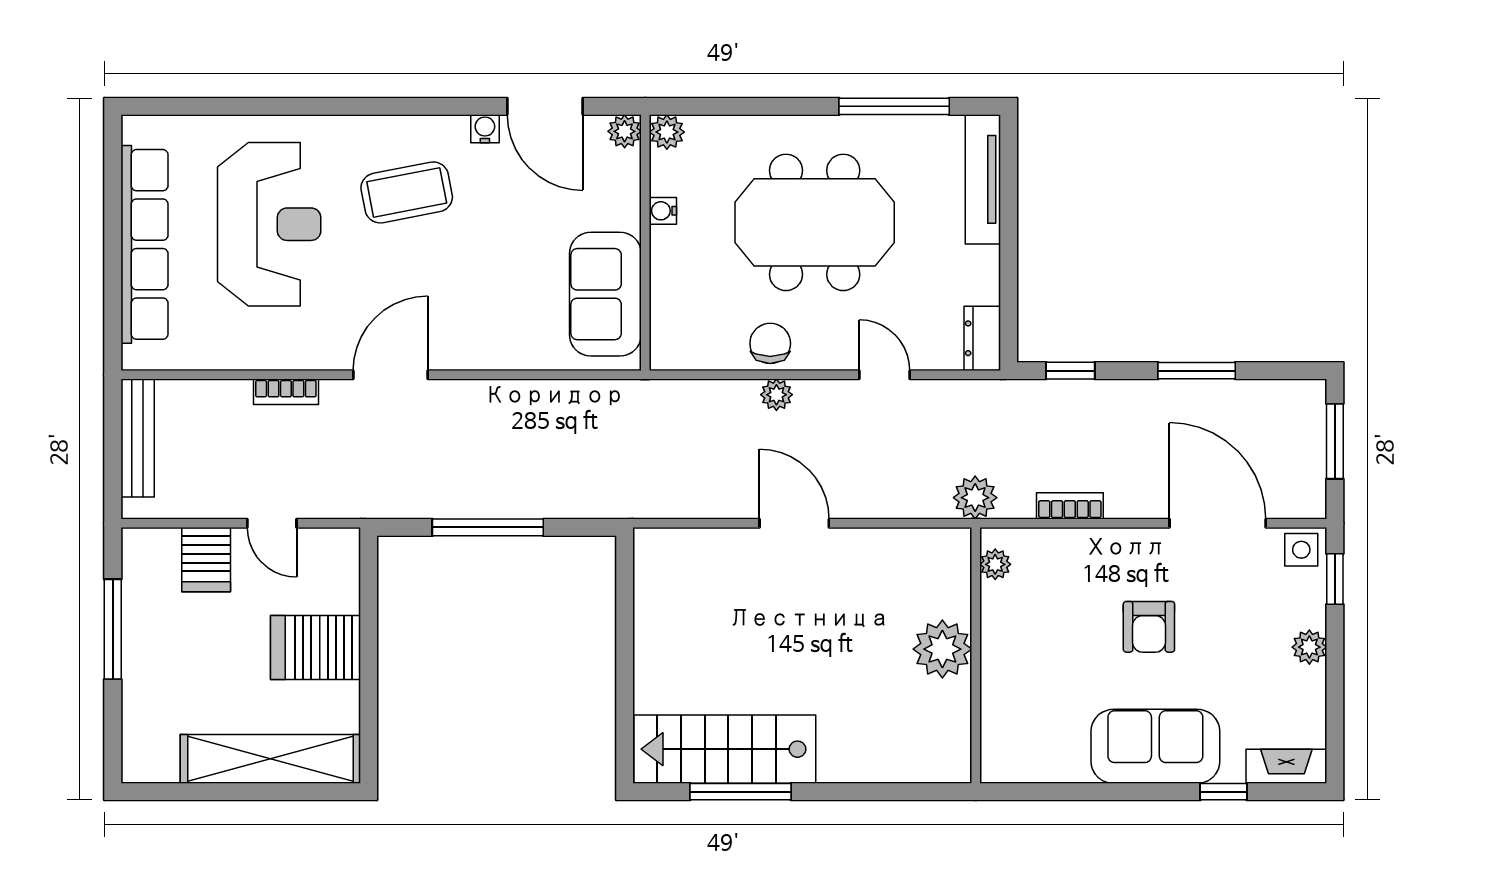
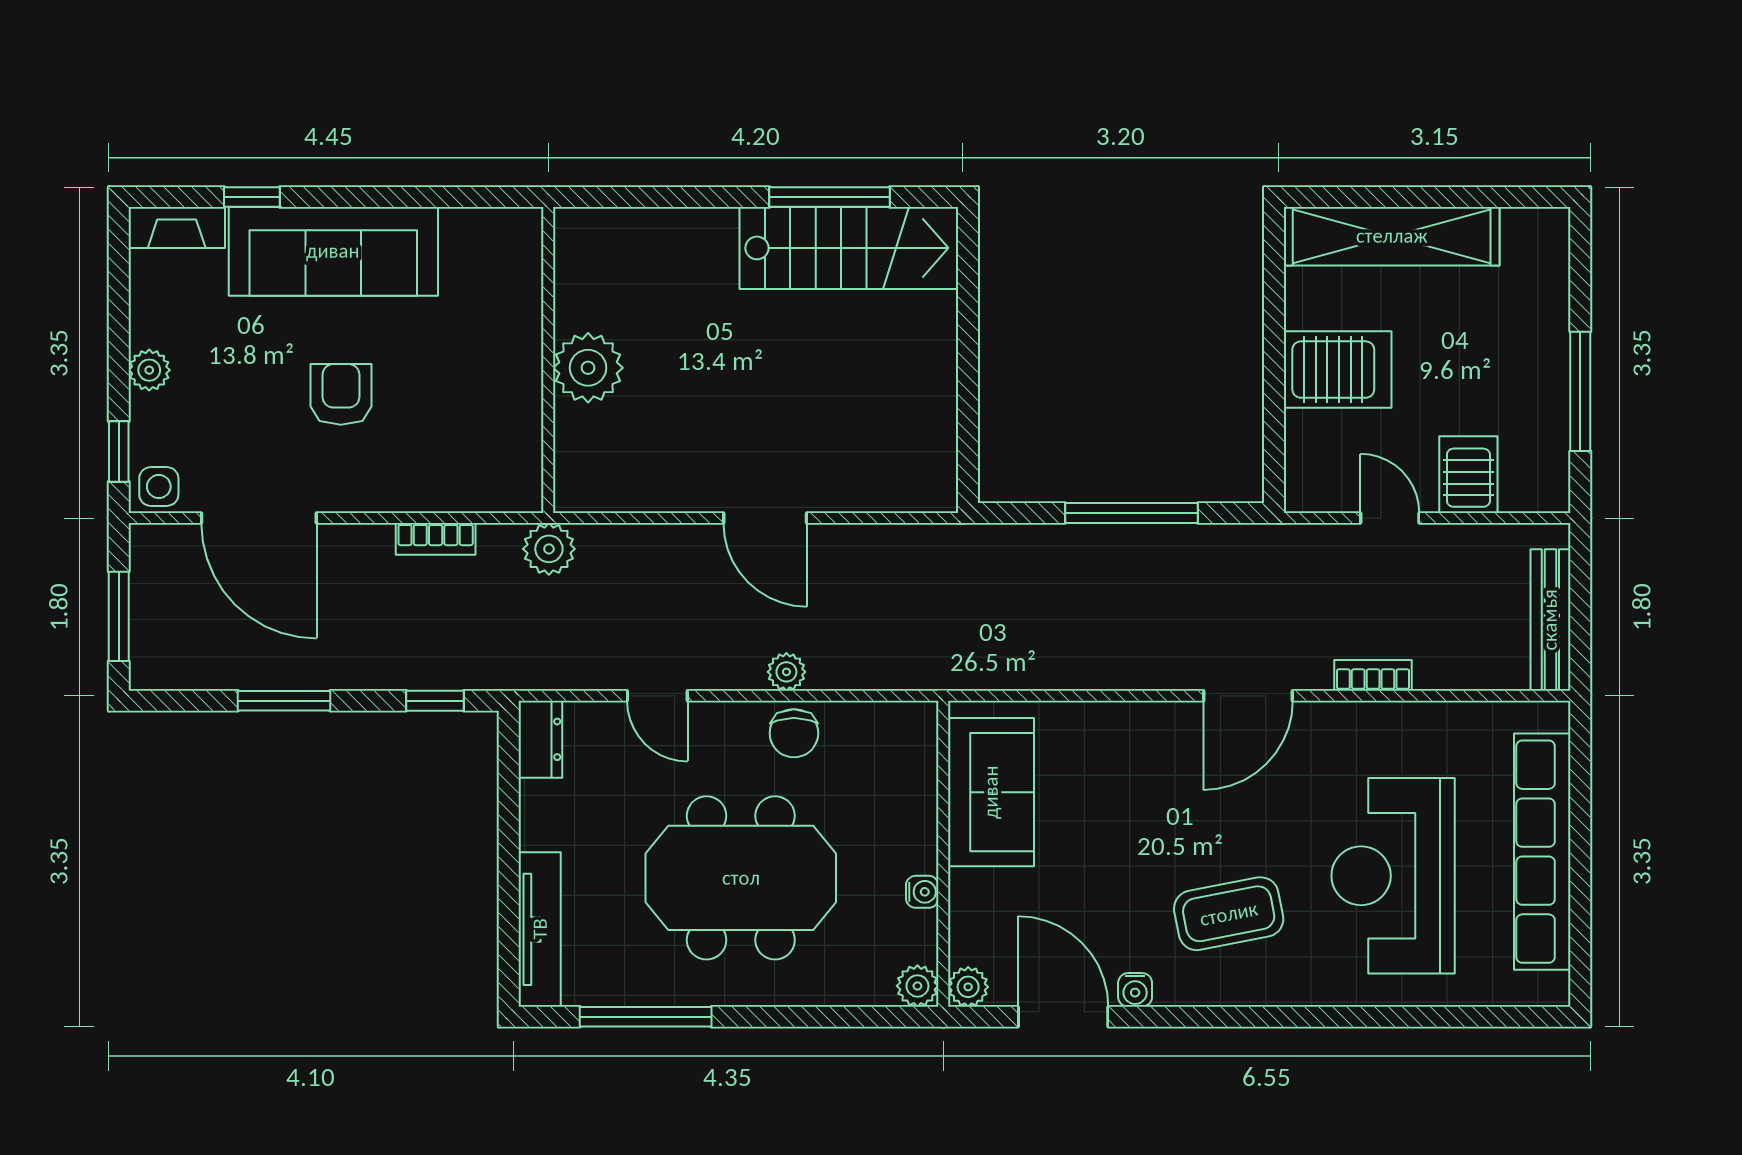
plant: (995, 564) -> (525, 469), removed
sofa: (1155, 746) -> (333, 251), width x1.36

